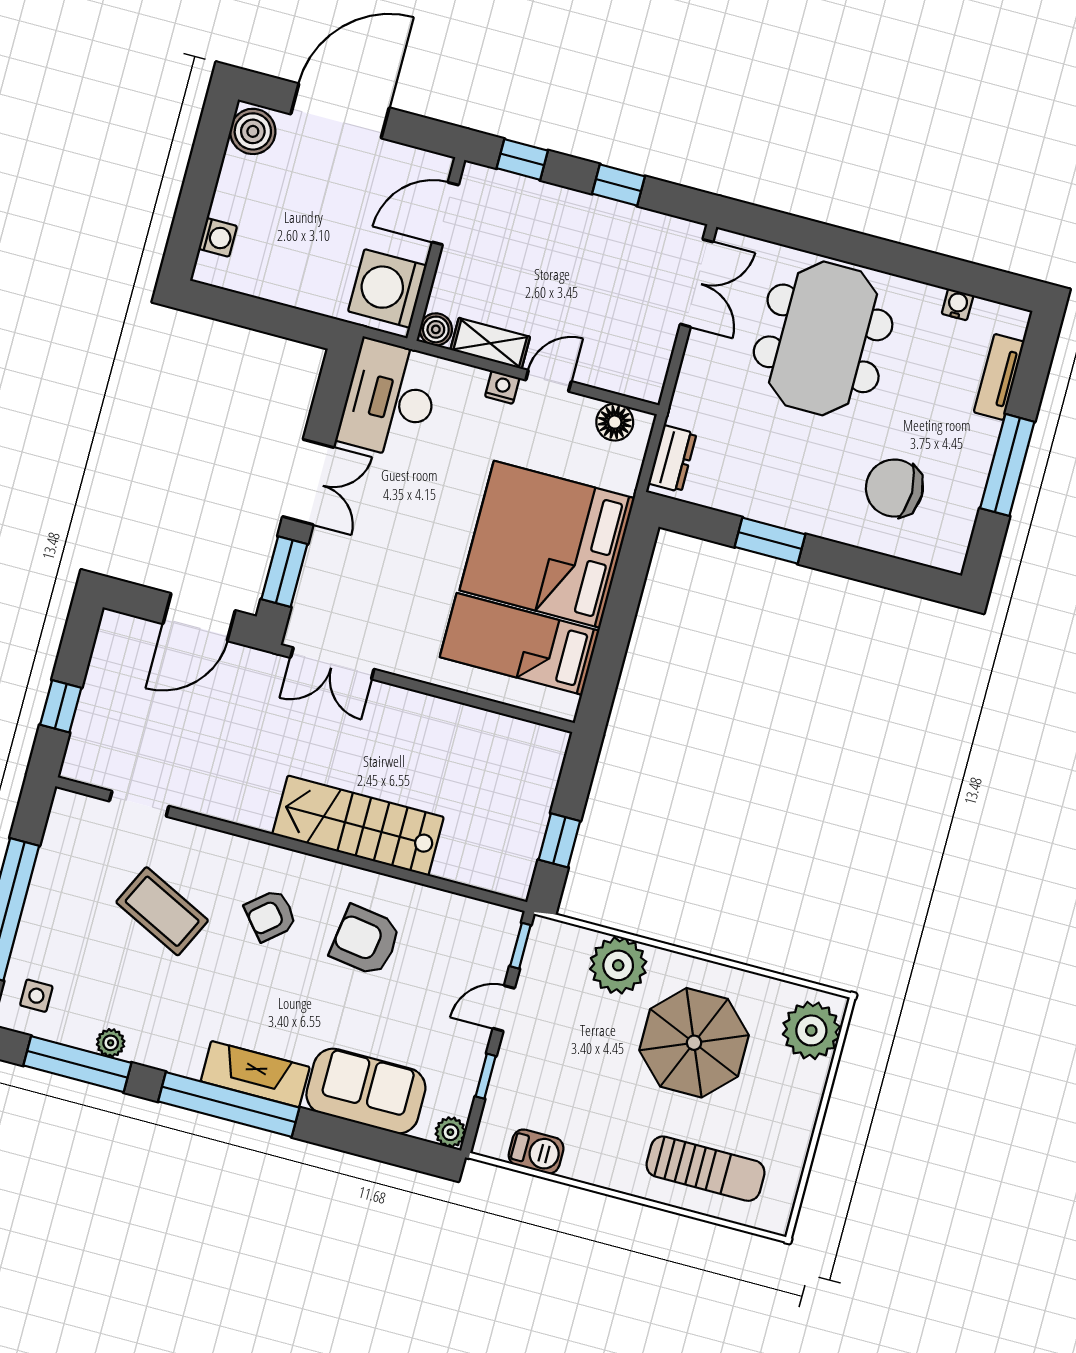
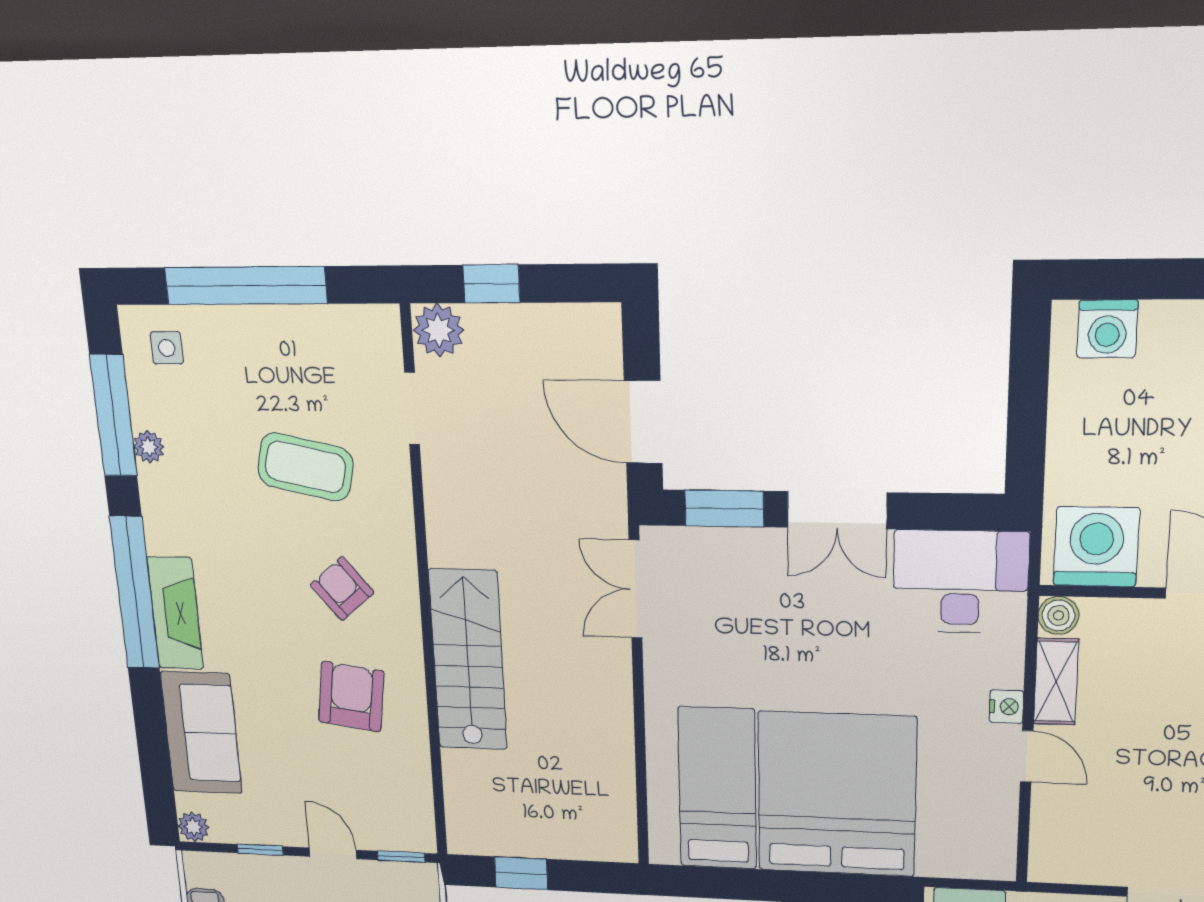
washing machine: (218, 237) -> (1107, 329), width x1.38, depth x1.38
floor lamp: (615, 422) -> (996, 838), removed
plant: (84, 761) -> (438, 330), added
coffee table: (162, 911) -> (305, 467), turned 76

